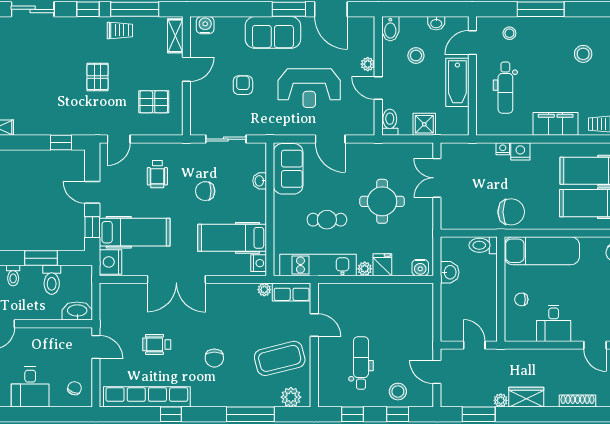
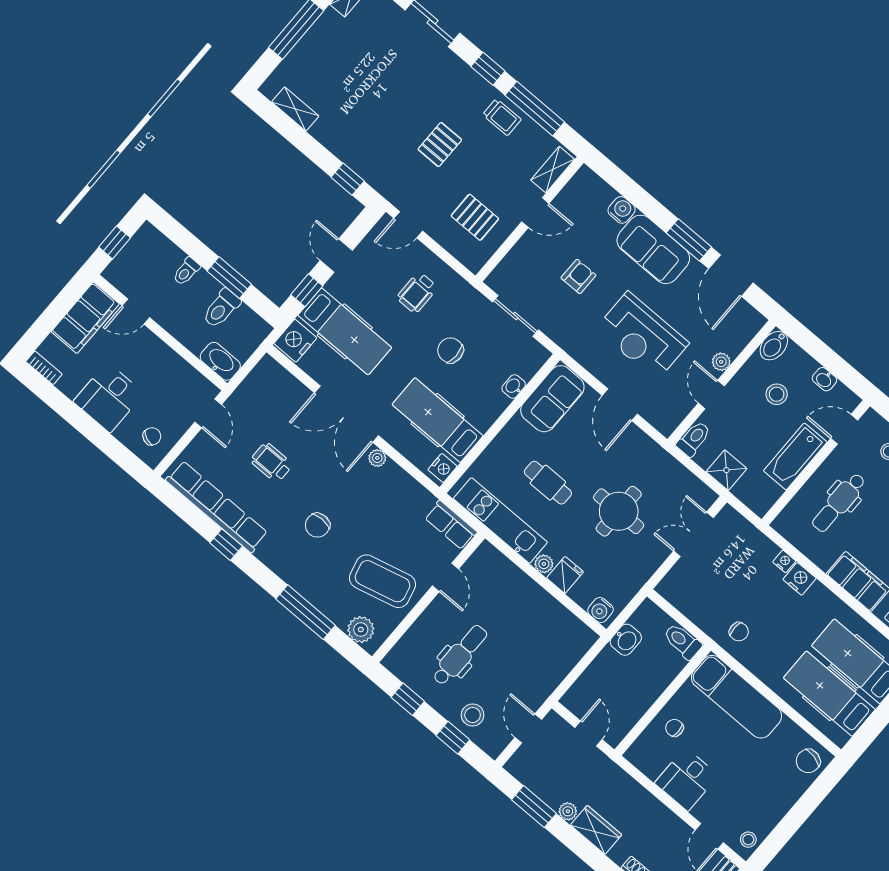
water cooler: (205, 25) -> (622, 210), moved
chair: (511, 212) -> (739, 632), width x0.54, depth x0.54
plant: (264, 290) -> (377, 458), moved

